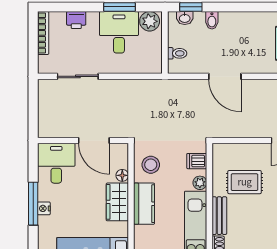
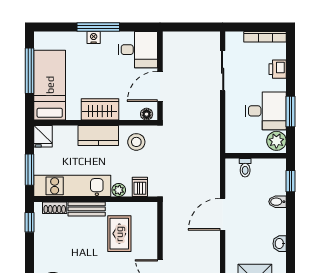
washbasin: (185, 18) -> (280, 244), moved
floor lamp: (122, 175) -> (147, 114), moved

